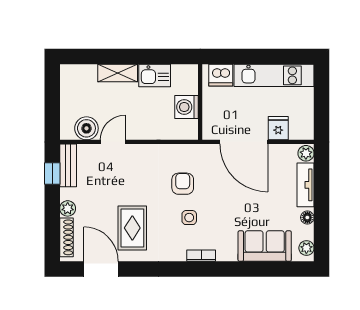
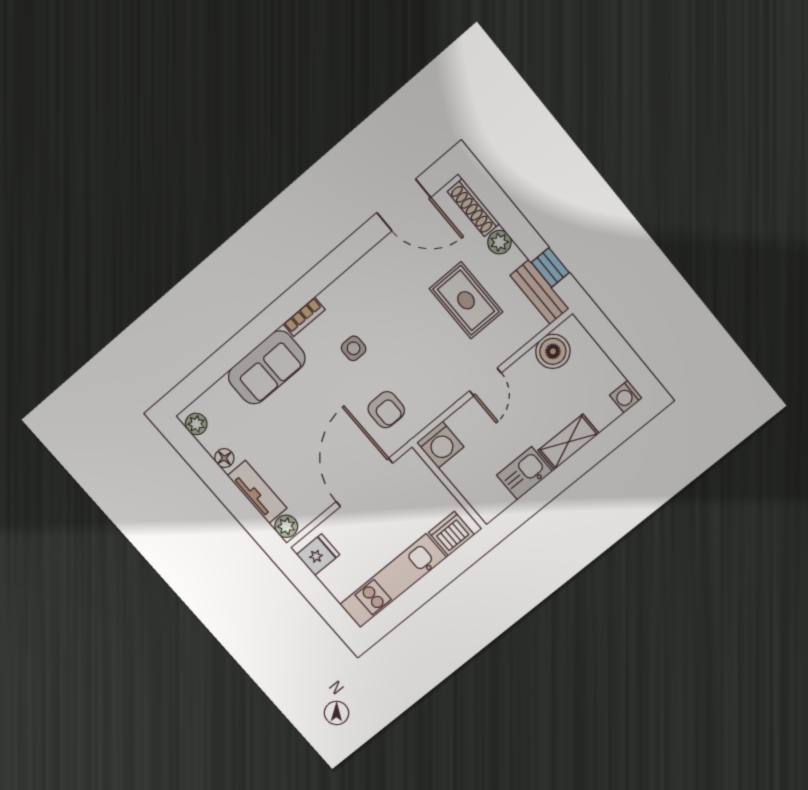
washing machine: (68, 72) -> (626, 397), added
washing machine: (187, 107) -> (440, 445), moved, turned 90
fridge: (278, 128) -> (318, 555), moved, turned -90
door: (113, 142) -> (485, 382), moved
door: (244, 142) -> (364, 482), hinge flipped
armchair: (183, 184) -> (386, 410), moved
rug: (132, 228) -> (466, 300), moved
sofa: (265, 246) -> (267, 367), moved

